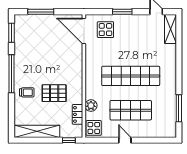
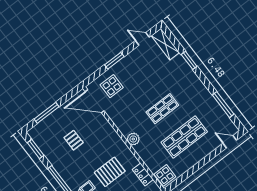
pallet: (45, 48) -> (74, 140), added
window: (179, 55) -> (189, 60), added
shop shelf: (131, 76) -> (162, 109), width x0.50, depth x0.74
plant: (91, 106) -> (133, 139), moved
door: (125, 140) -> (230, 142), moved

